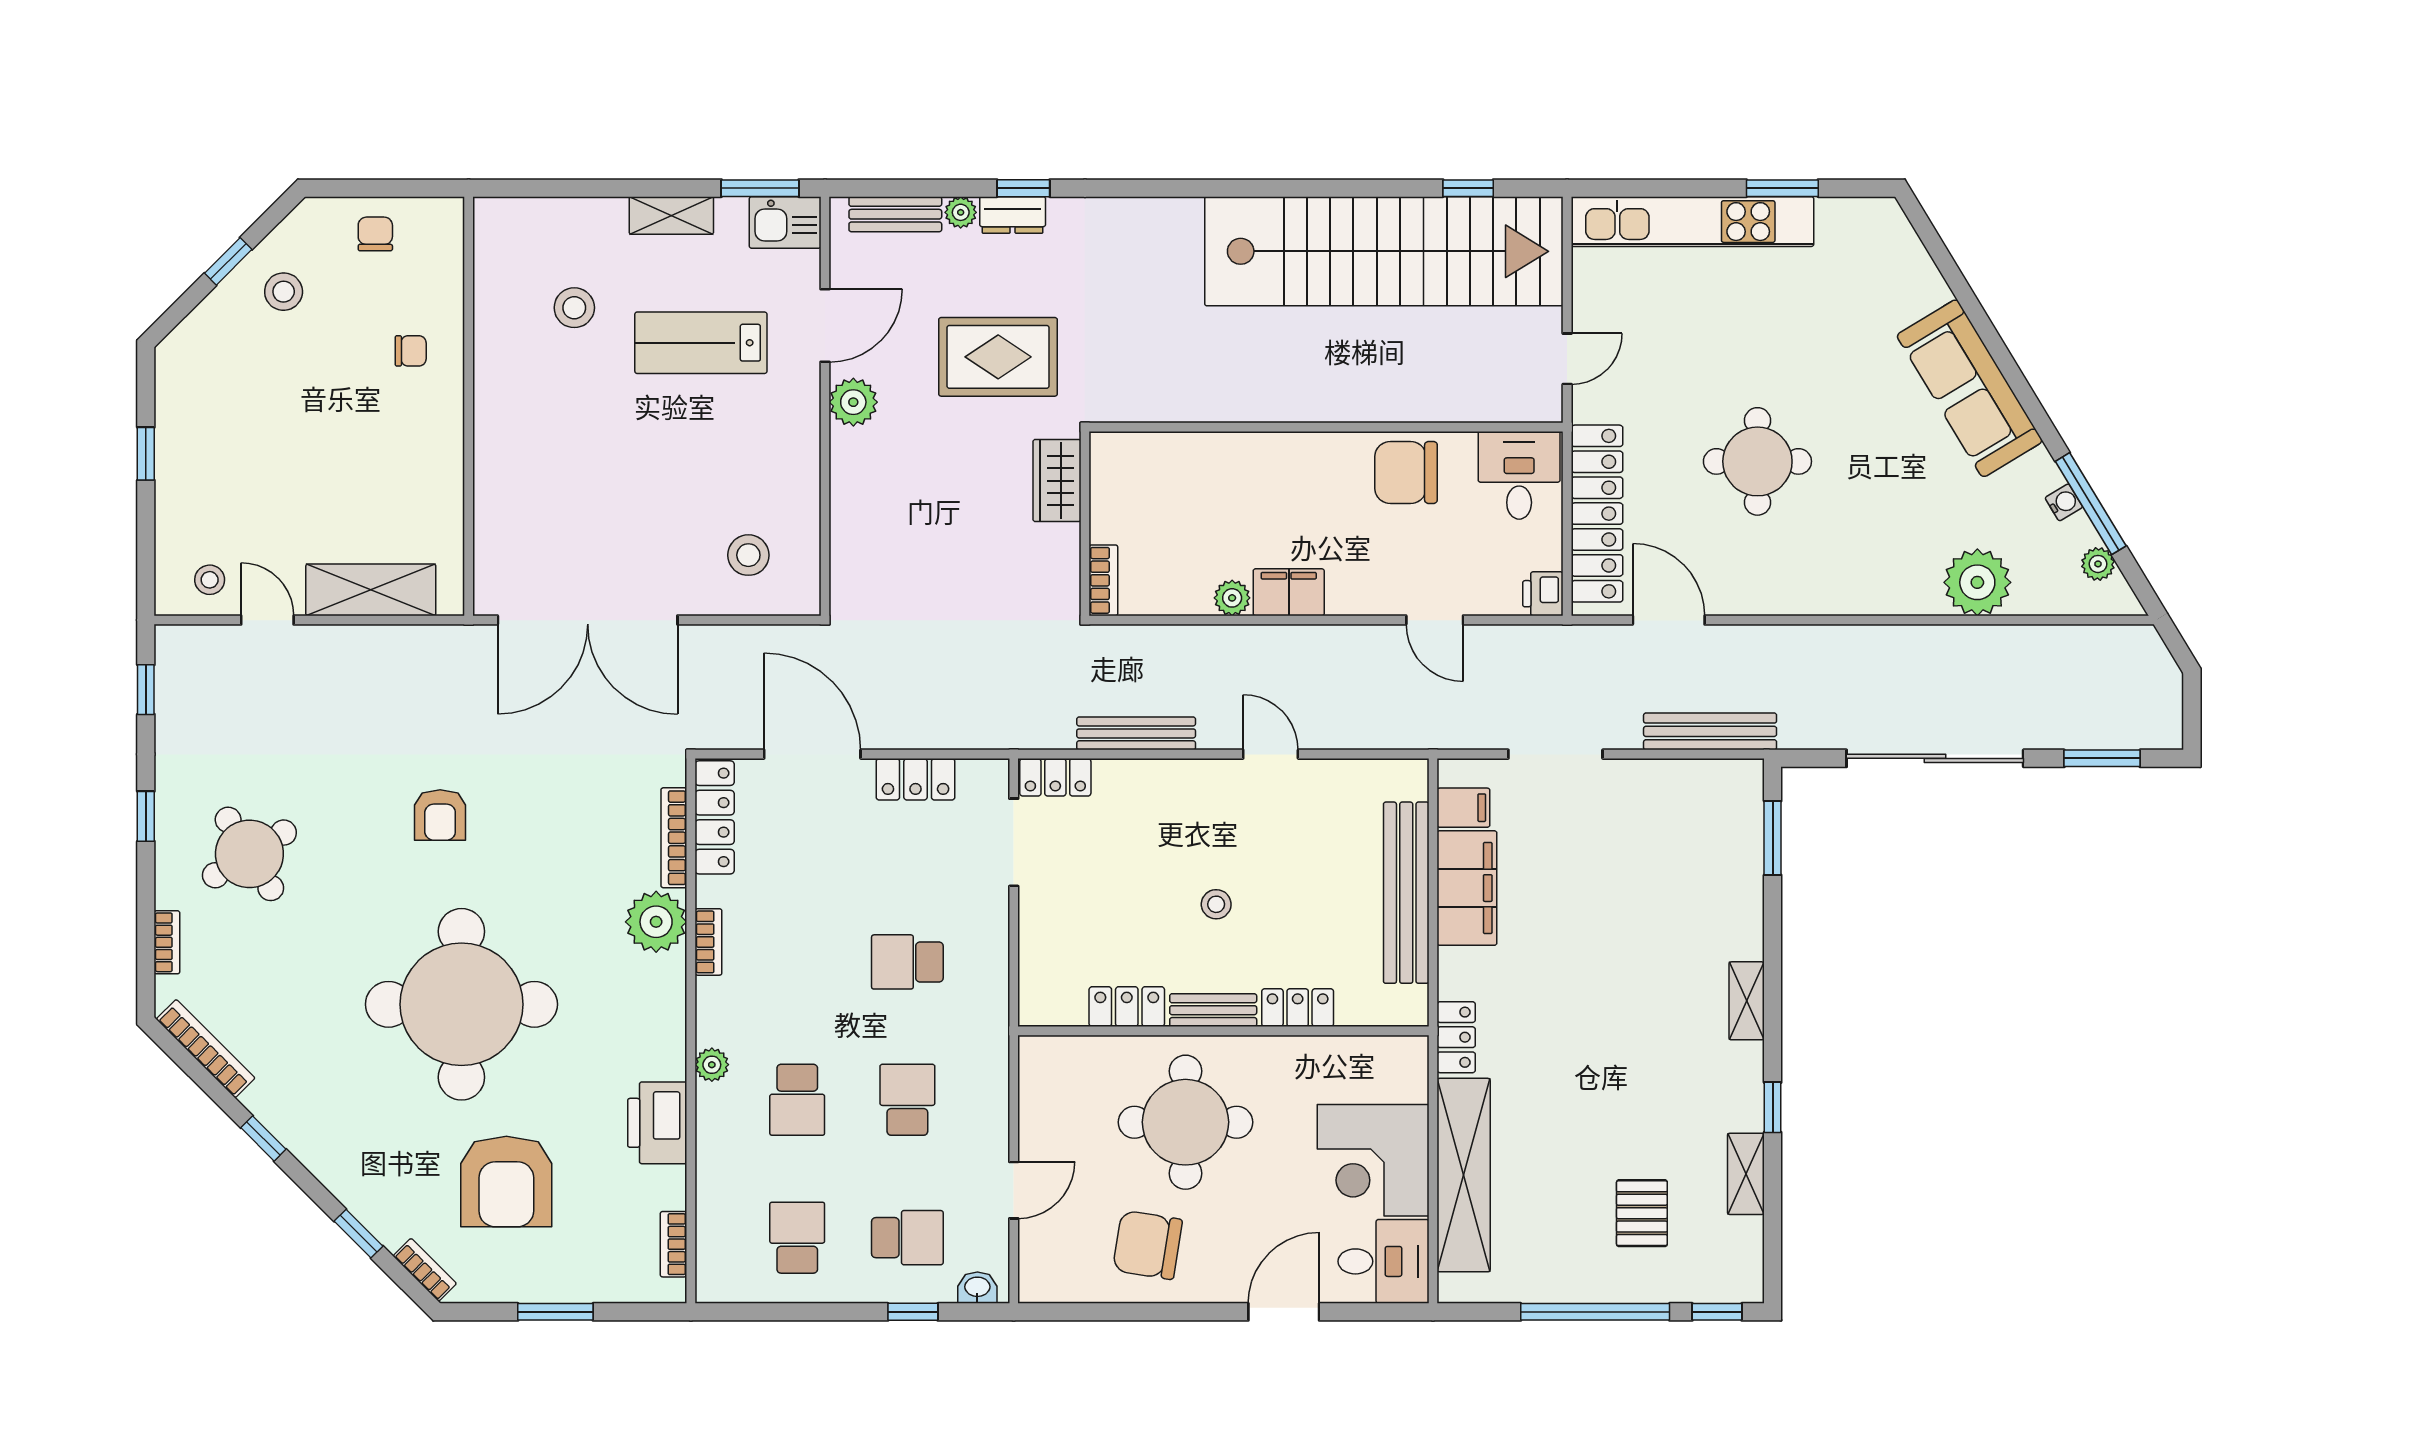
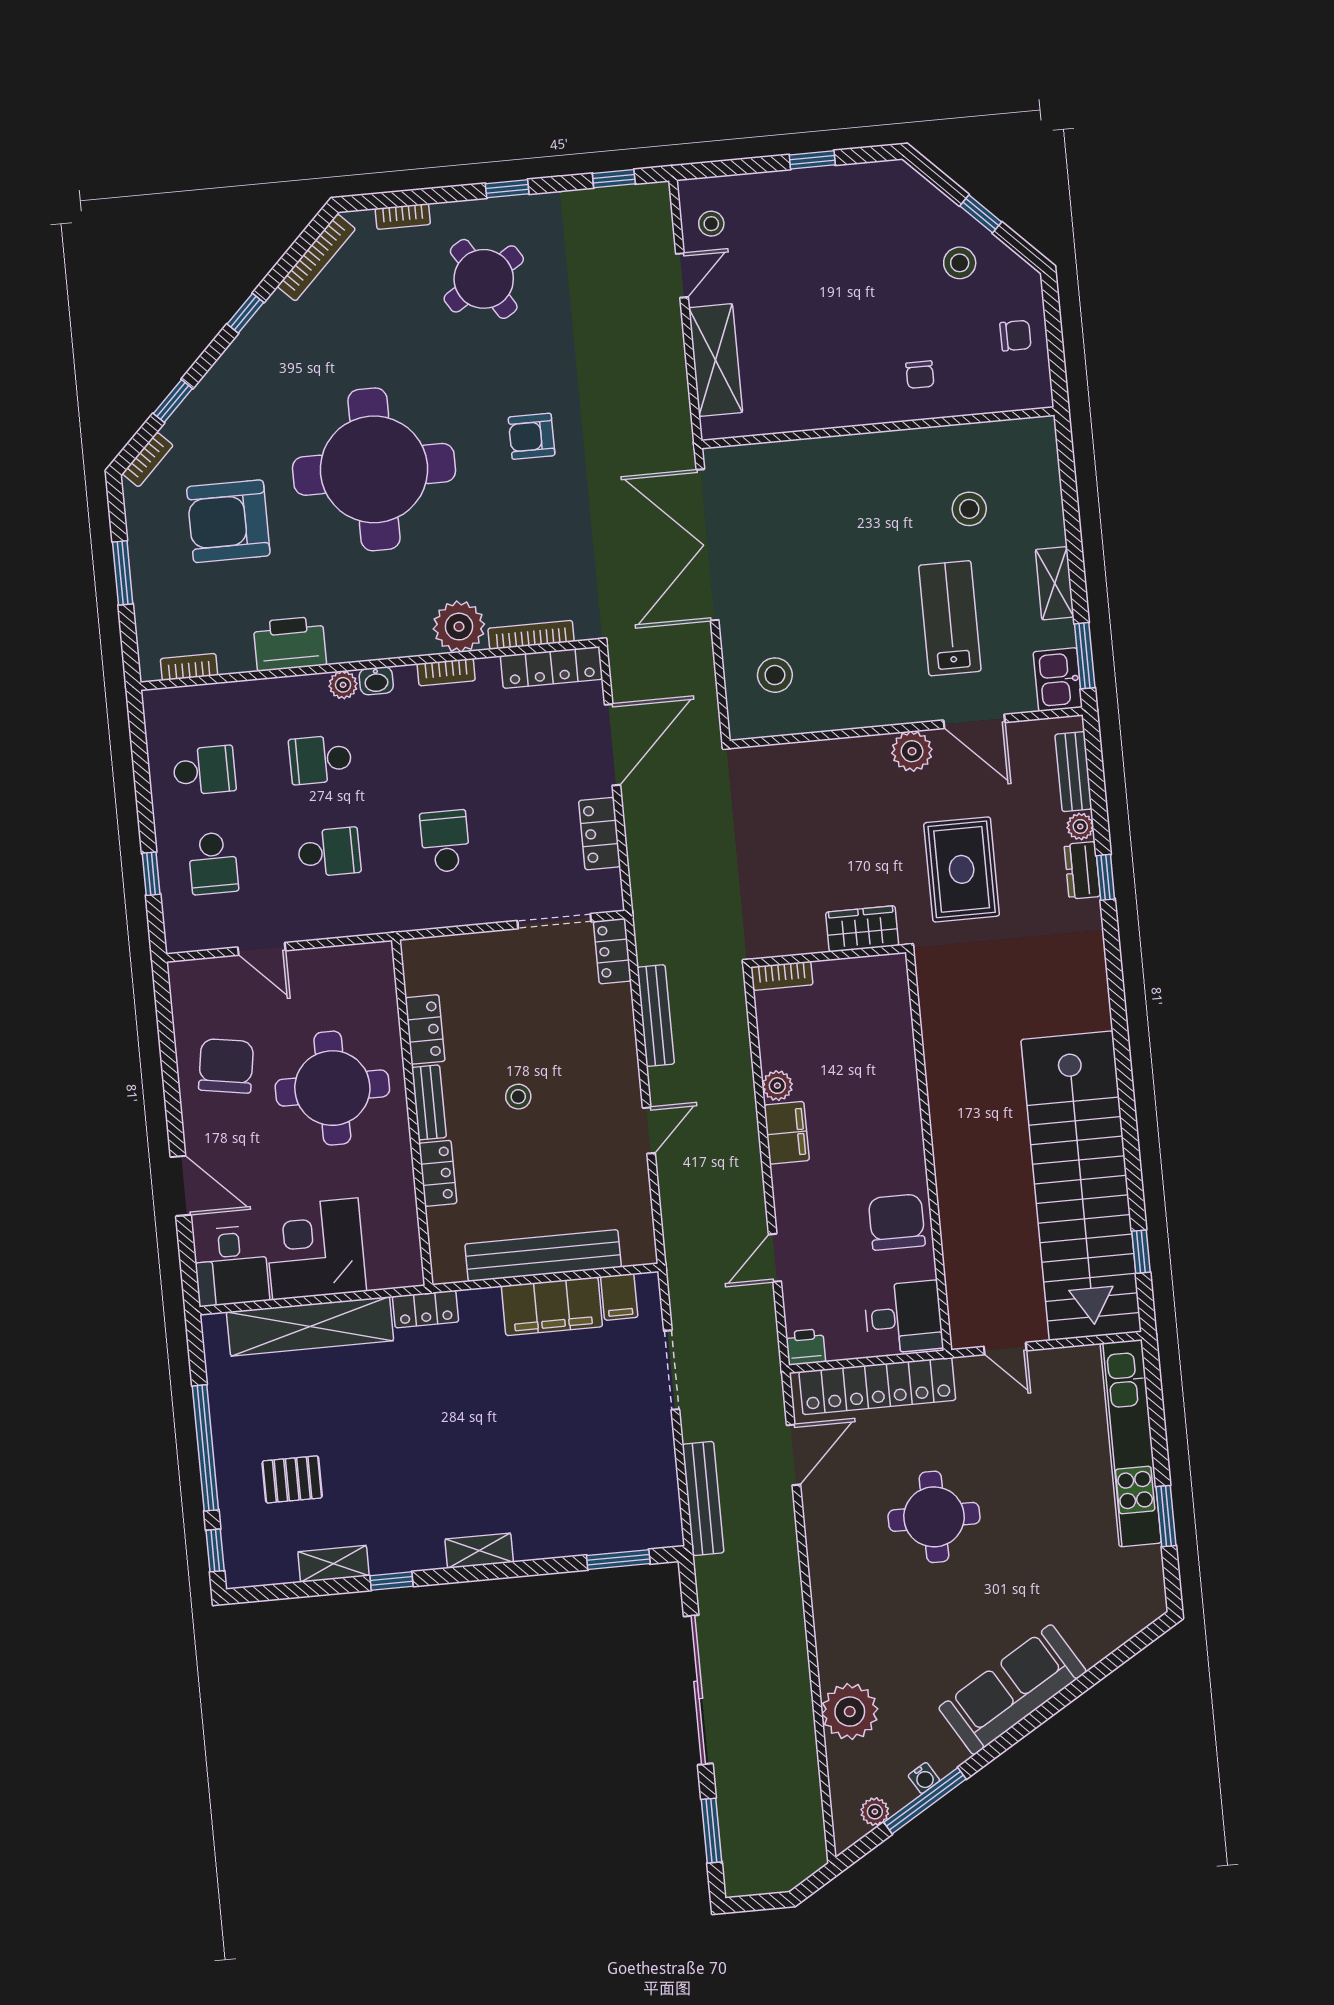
washbasin: (977, 1288) -> (376, 681), moved, turned 90

